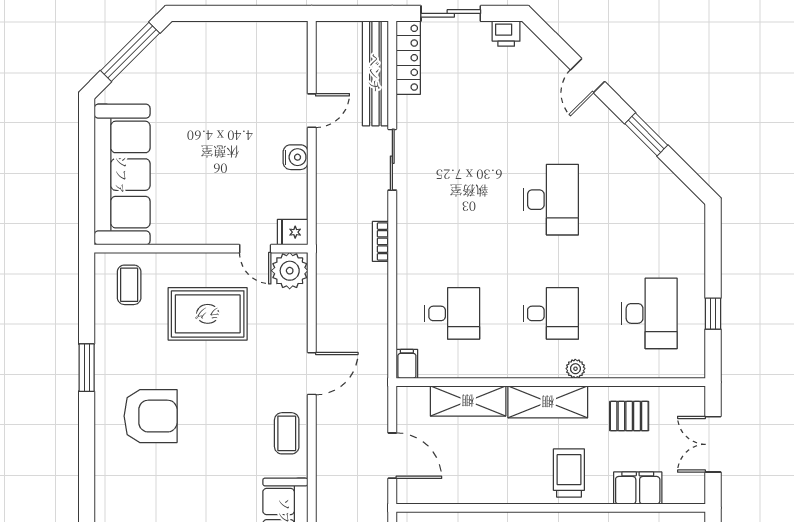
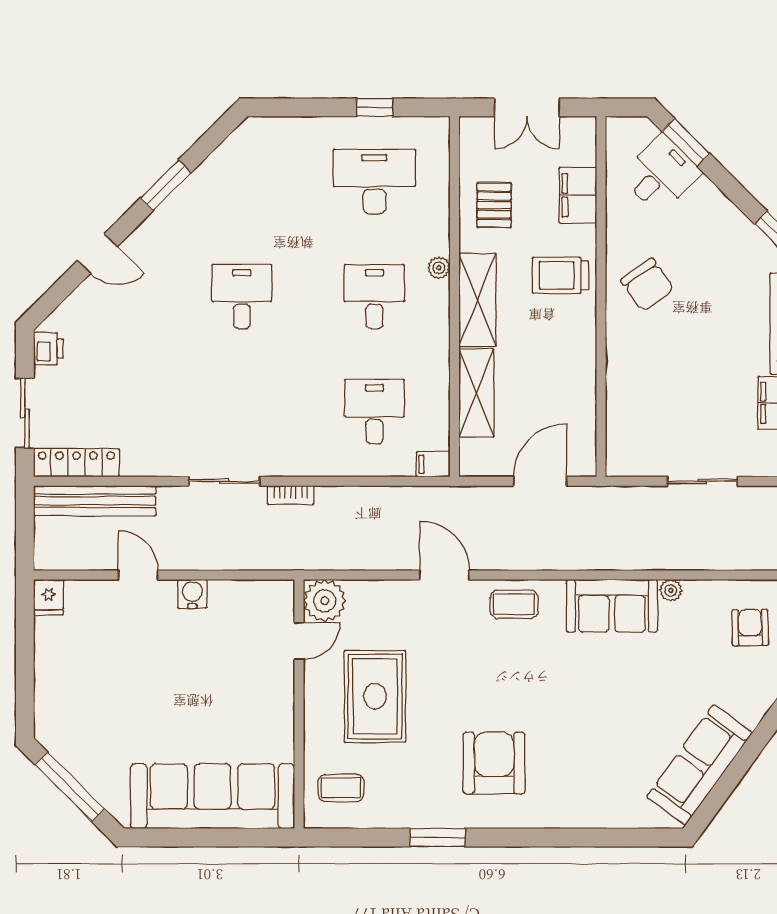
sliding door: (392, 160) -> (224, 481), moved
desk: (551, 200) -> (242, 297), width x0.73
fridge: (293, 232) -> (49, 597), moved

